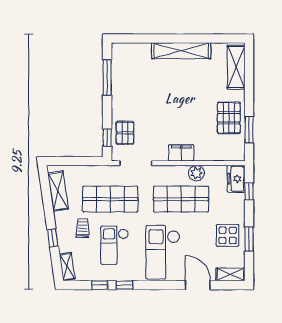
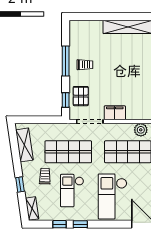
window: (107, 78) -> (66, 61), moved
trolley: (130, 96) -> (85, 65), added
filing cabinet: (181, 153) -> (115, 113), moved

